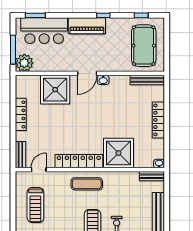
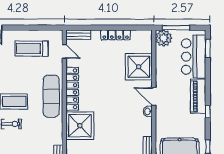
exercise mat: (87, 184) -> (51, 96), width x1.36, depth x1.45

